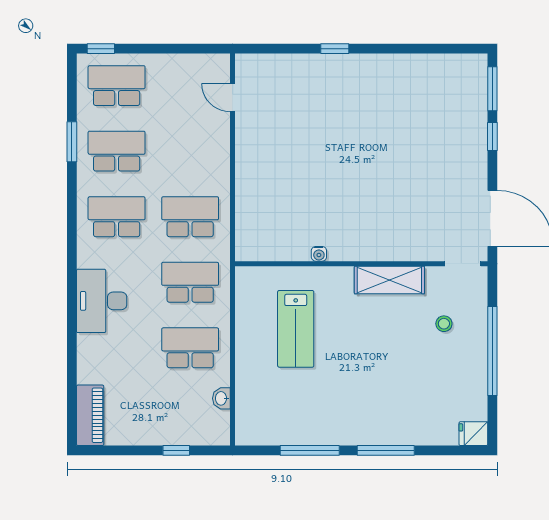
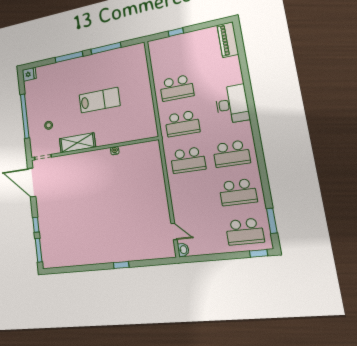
window: (72, 142) -> (272, 221), moved
lab bench: (296, 329) -> (99, 100), moved, turned 90
washbasin: (221, 398) -> (183, 250), moved

